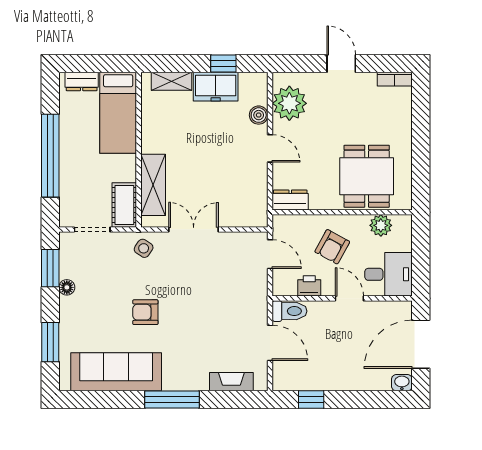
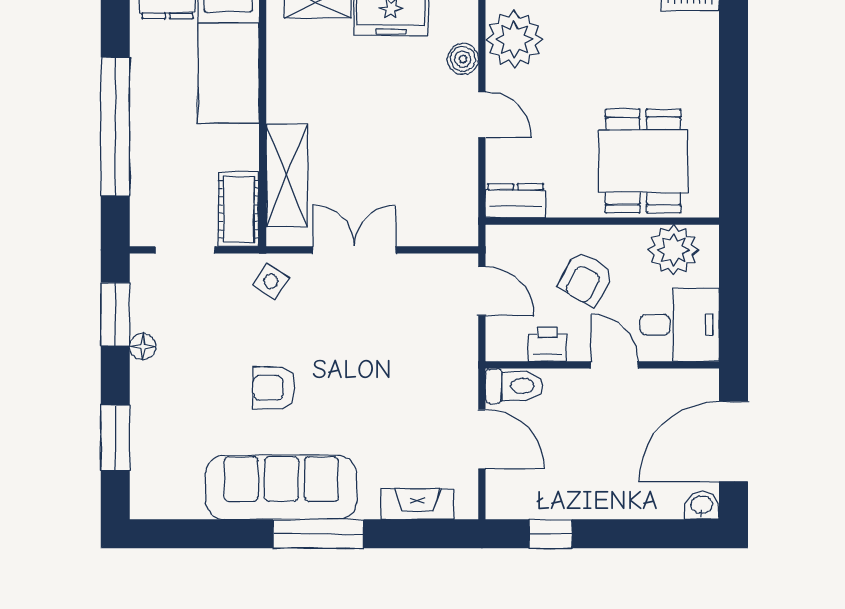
plant: (381, 225) -> (673, 250), width x1.36, depth x1.36
sofa: (116, 372) -> (281, 487), moved

